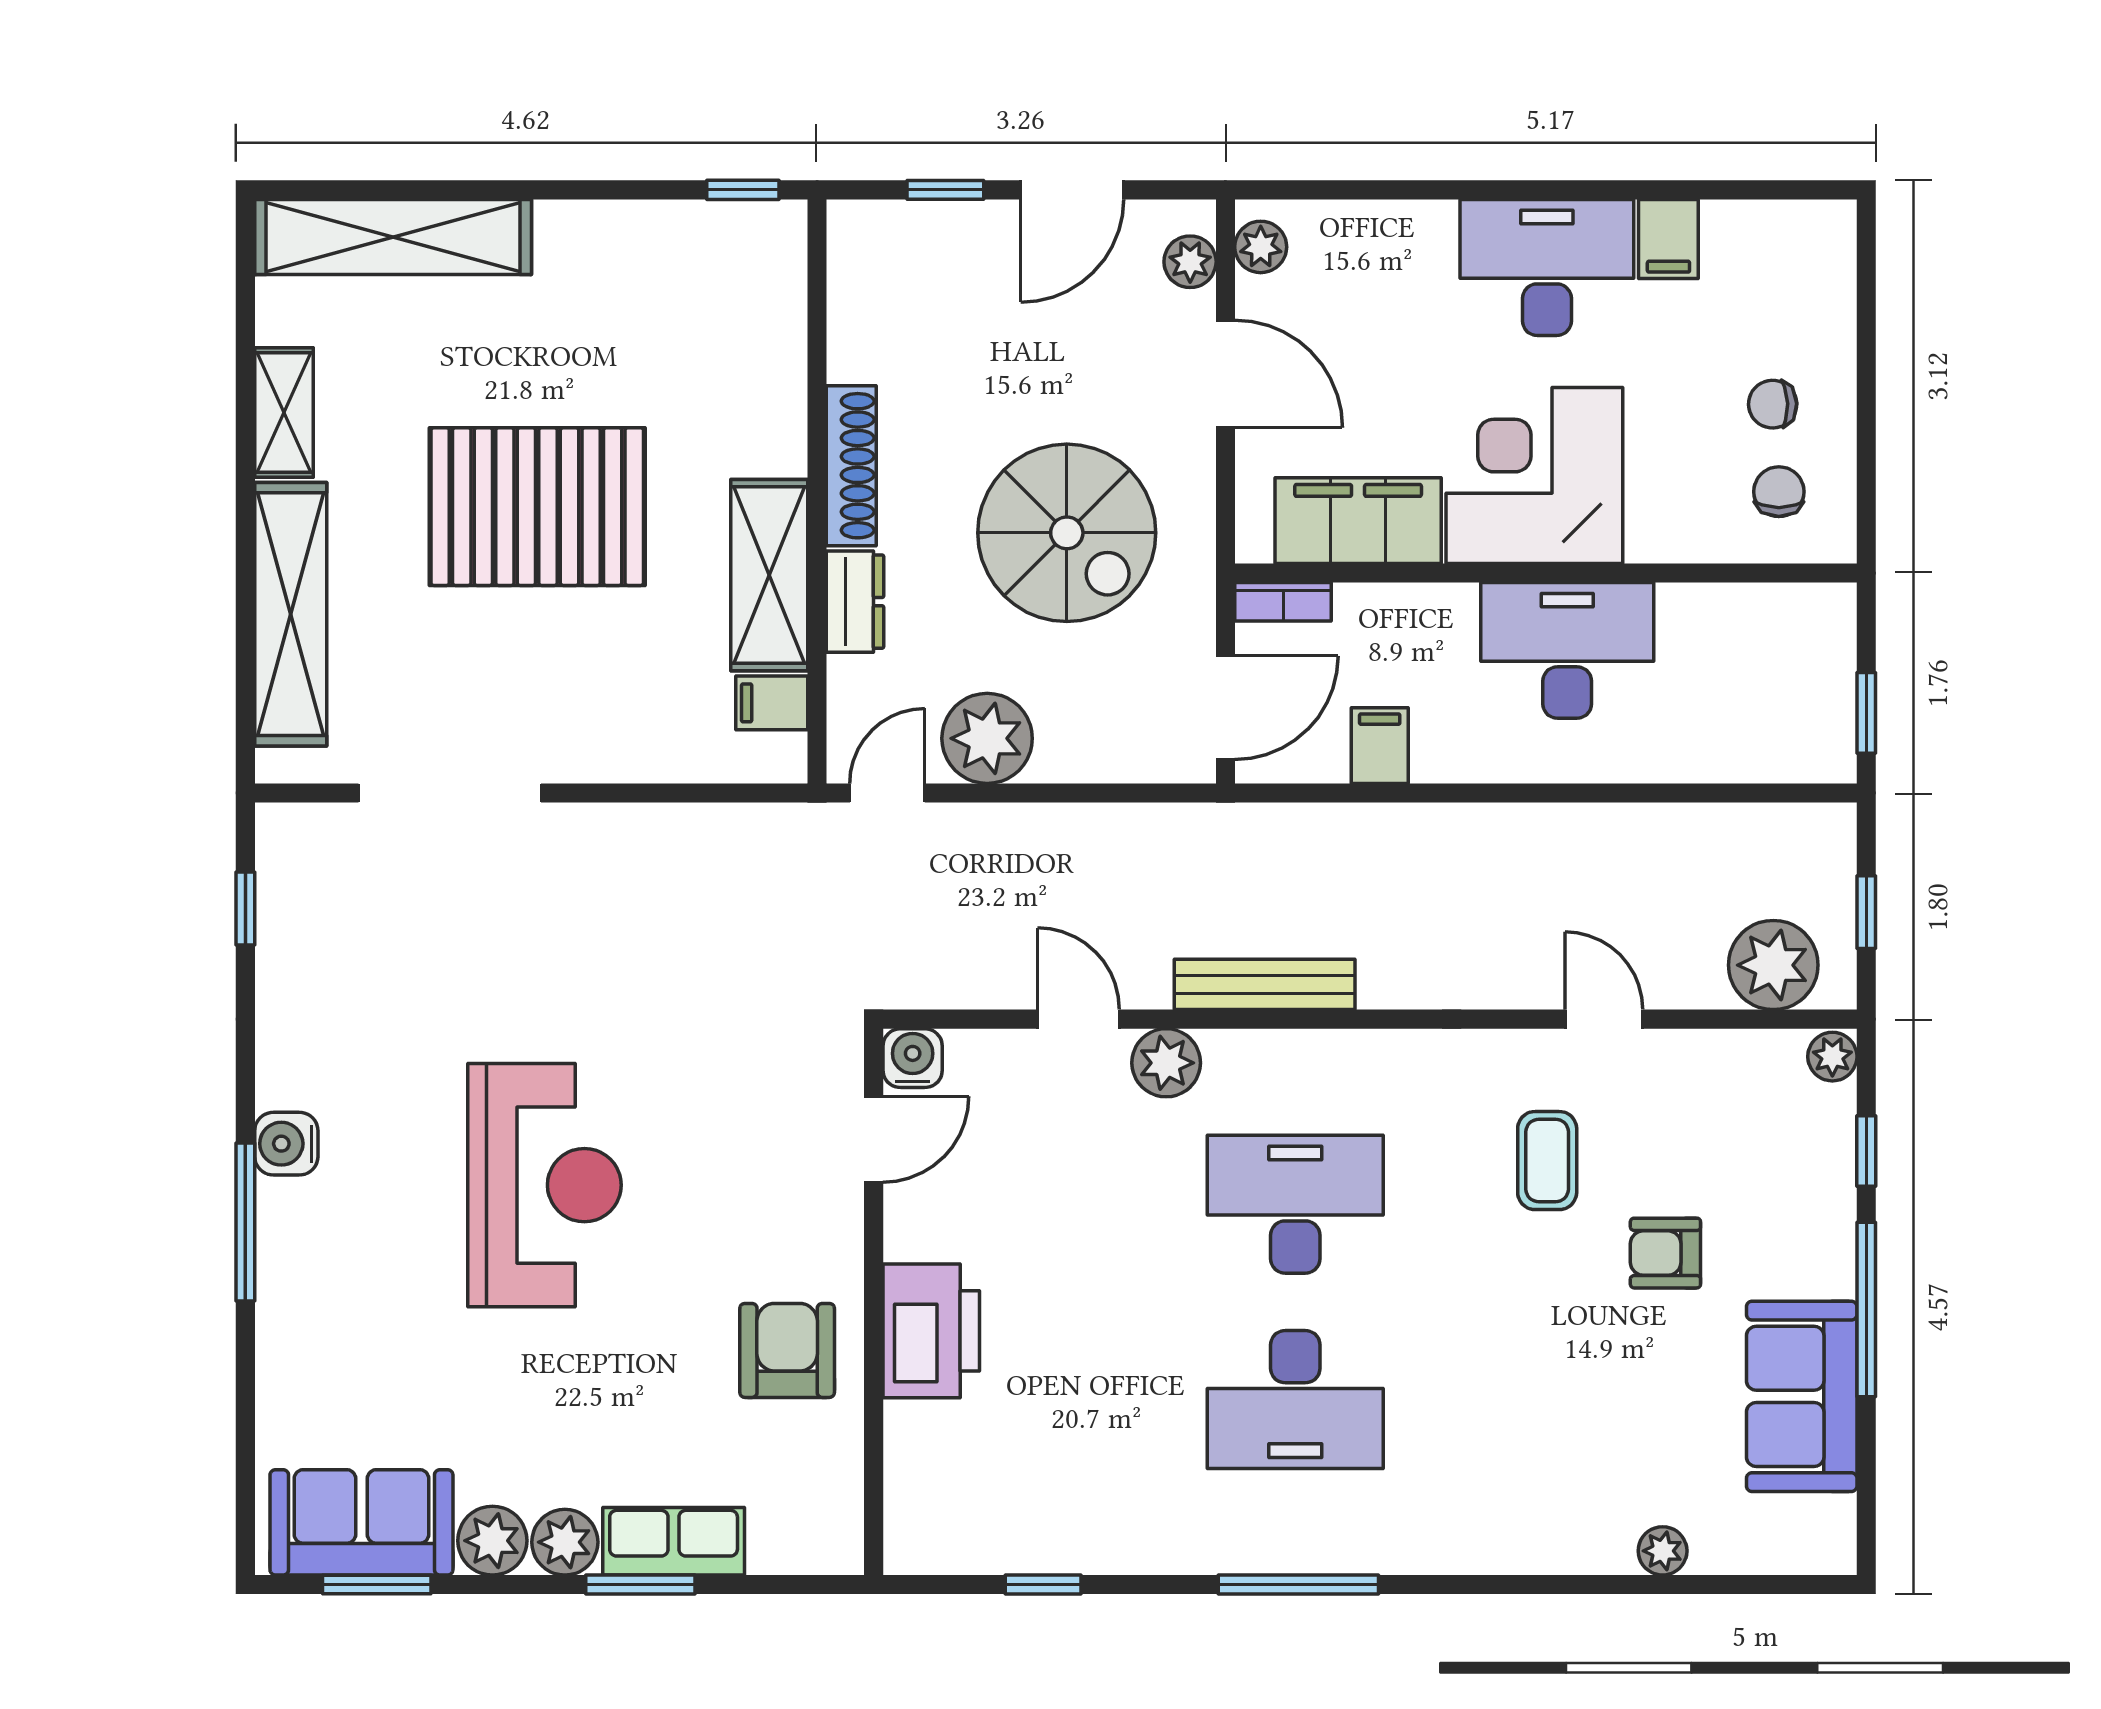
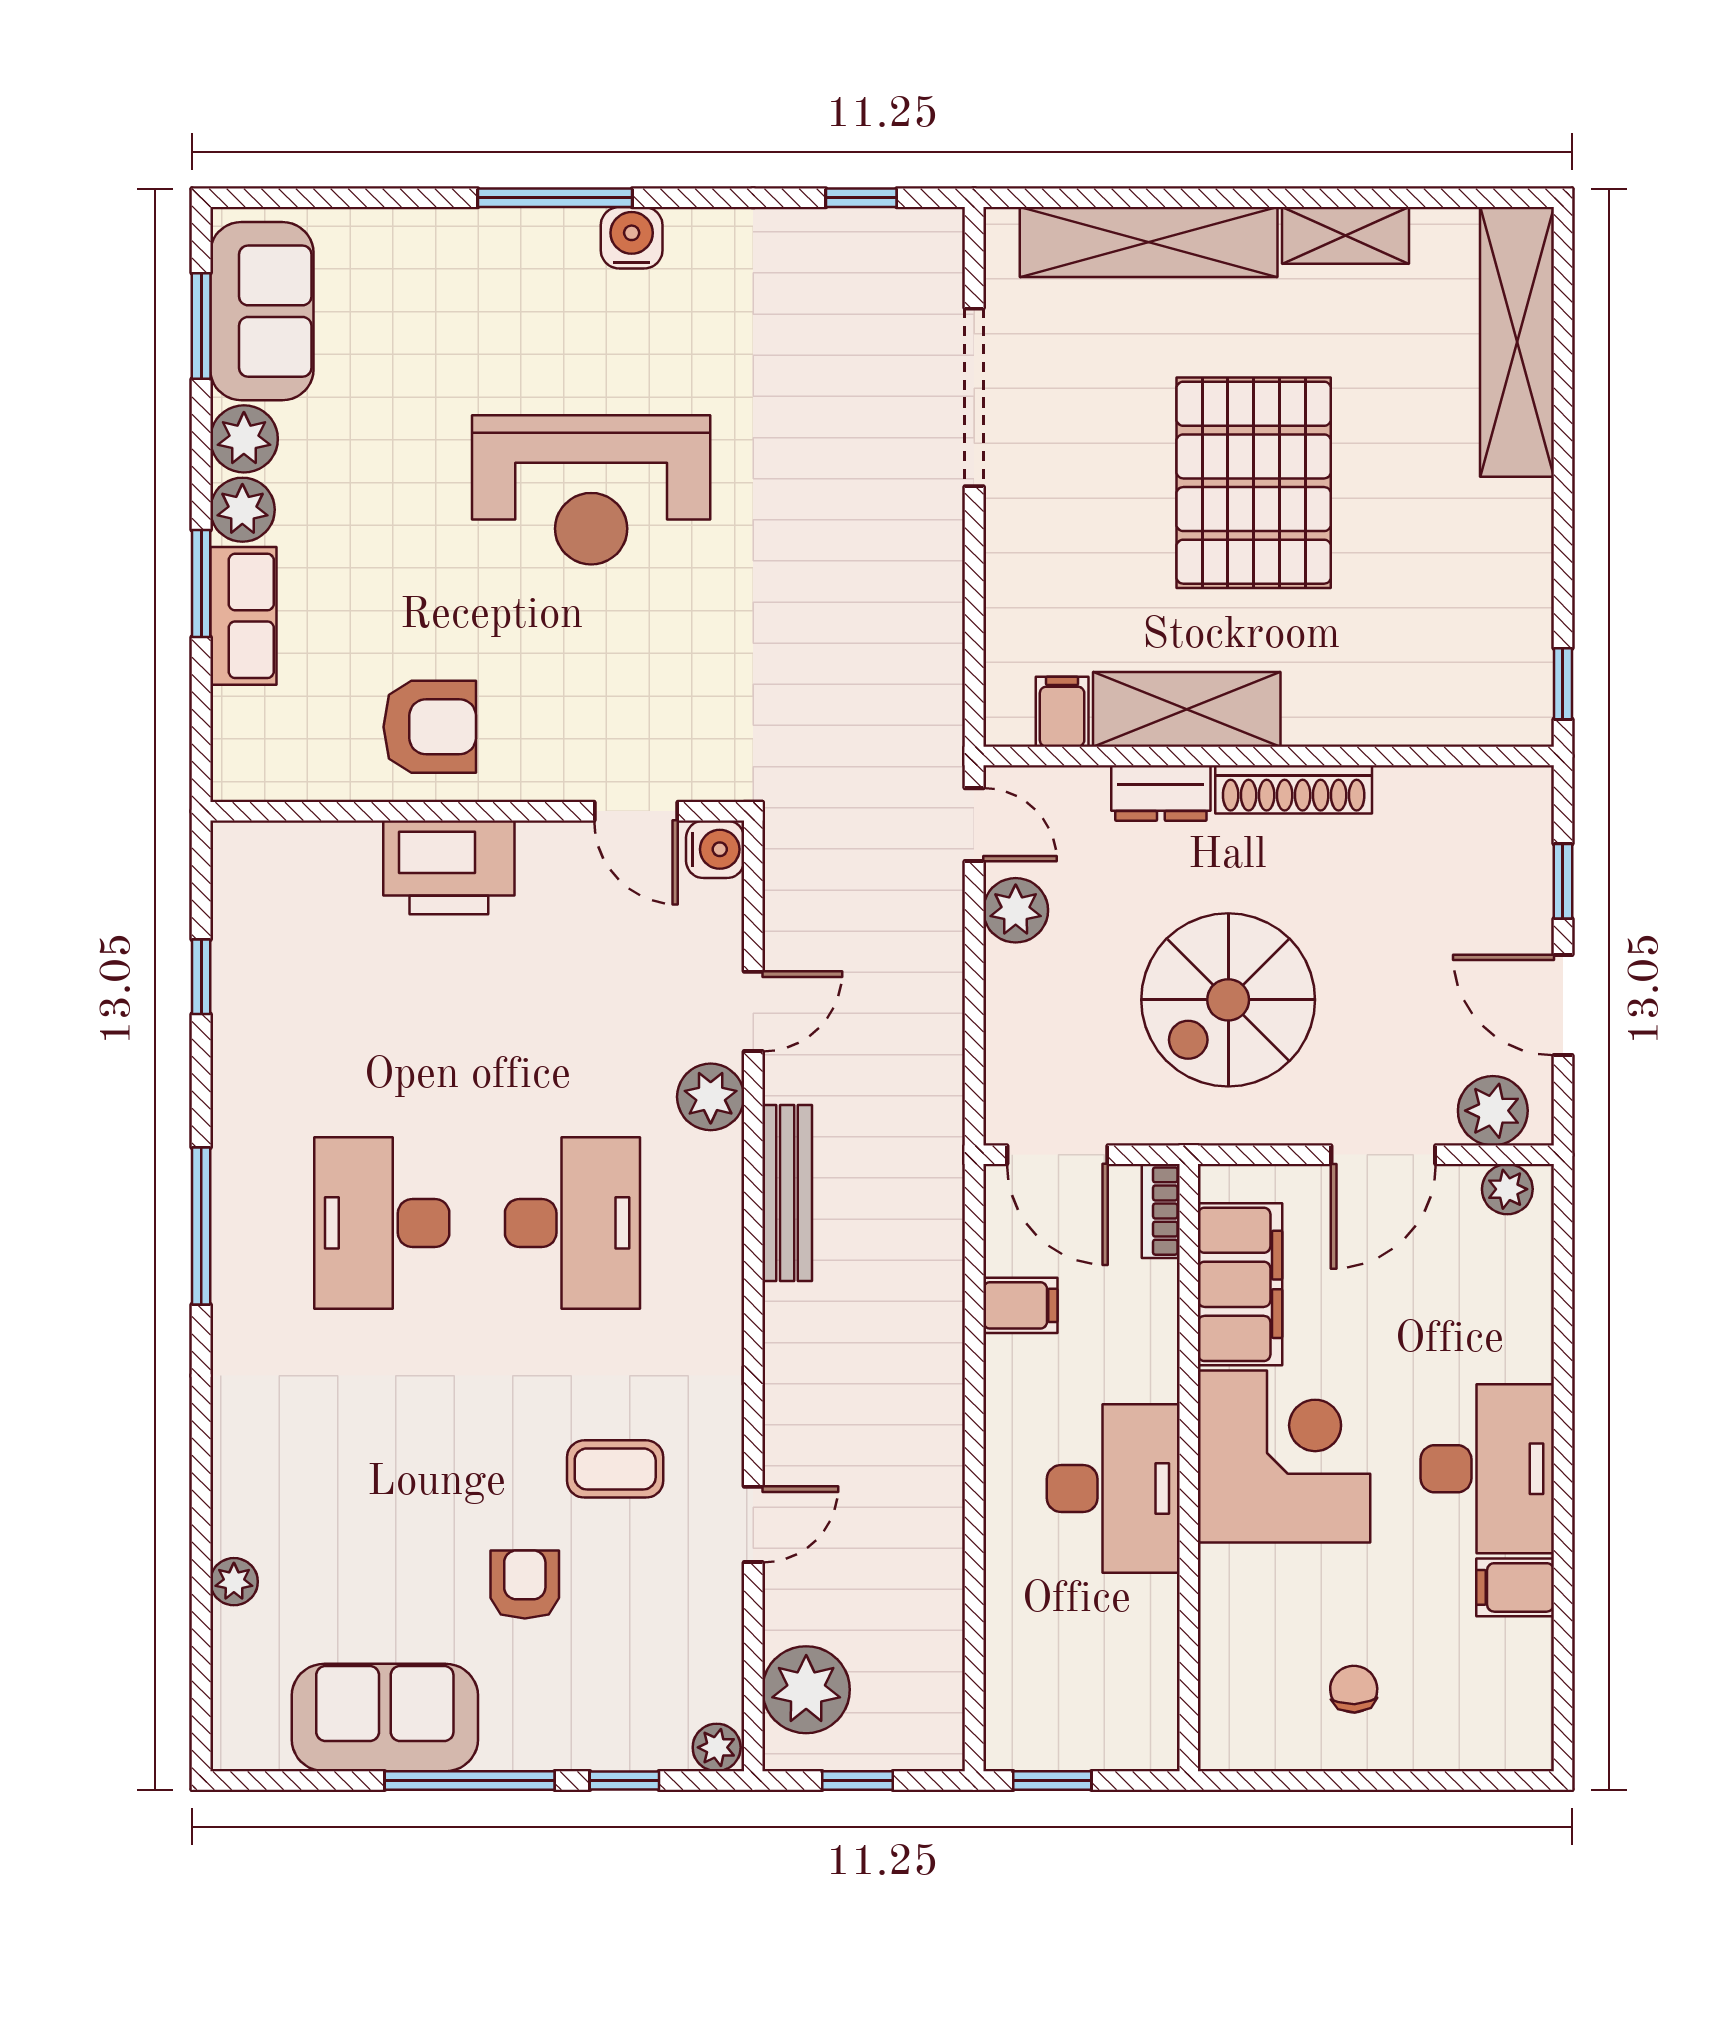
plant: (1190, 262) -> (1493, 1111), width x1.38, depth x1.38
chair: (1779, 492) -> (1268, 1695), removed
plant: (987, 738) -> (1016, 910), width x0.73, depth x0.73

